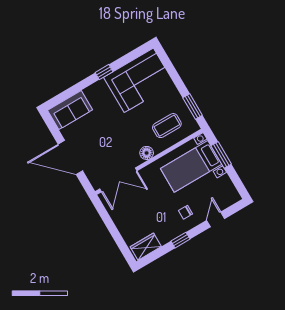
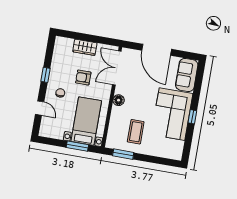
corner sofa: (139, 80) -> (172, 114), moved
coffee table: (167, 126) -> (136, 132), moved
door: (70, 157) -> (157, 50), swing flipped
armchair: (153, 203) -> (83, 78), added
wardrobe: (146, 247) -> (85, 47), moved, turned 90

